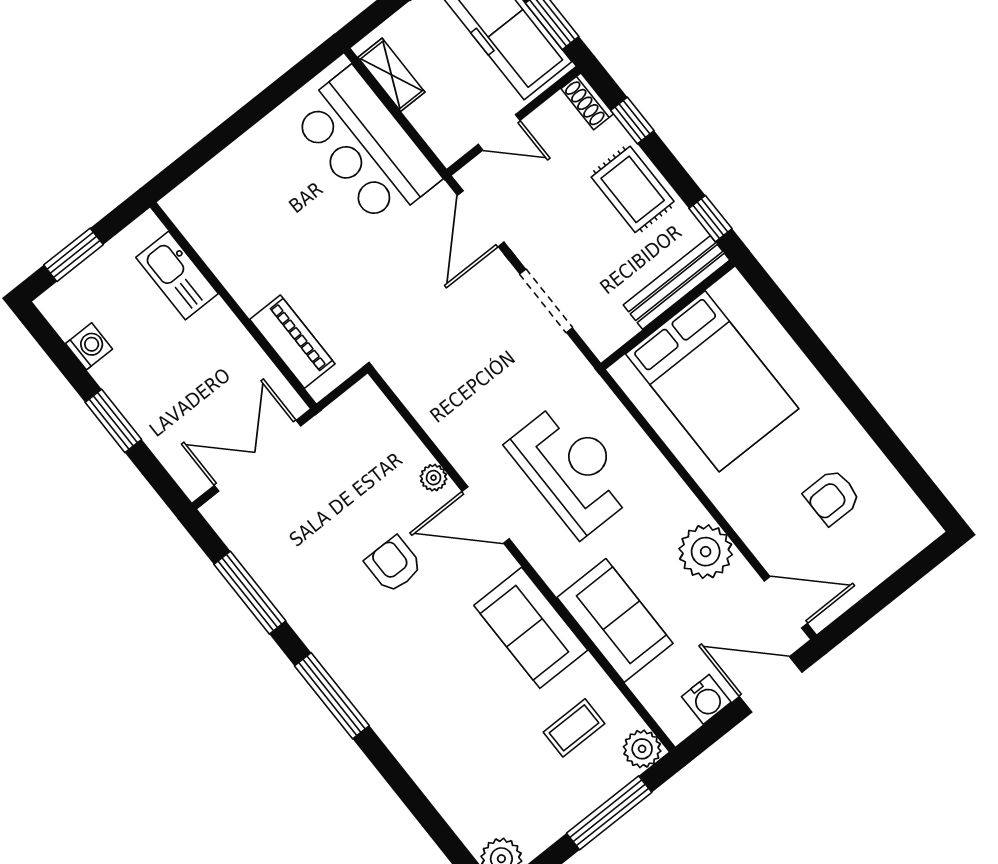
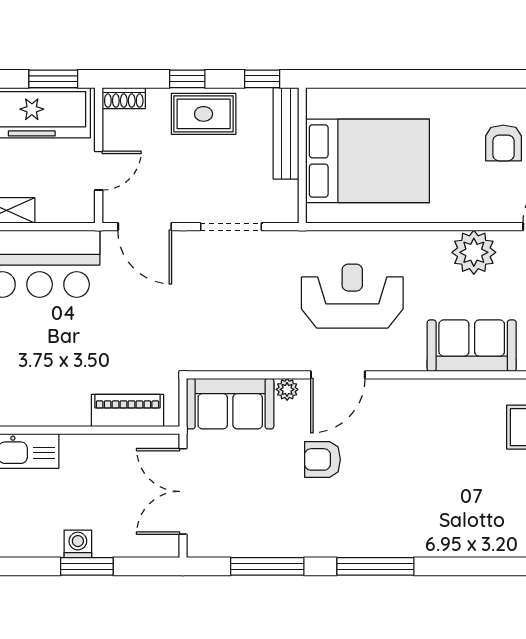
window: (632, 120) -> (187, 79), moved
washing machine: (89, 346) -> (78, 544), moved
sofa: (531, 628) -> (230, 404), moved

